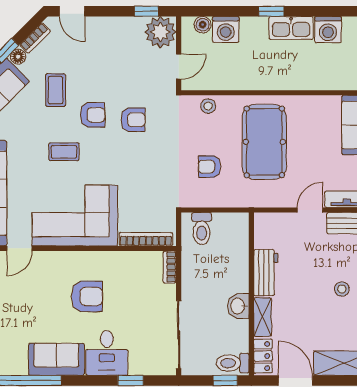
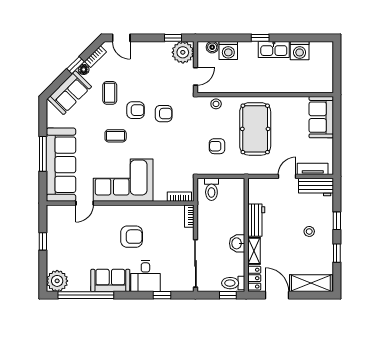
bookcase: (146, 239) -> (179, 197), width x0.64

